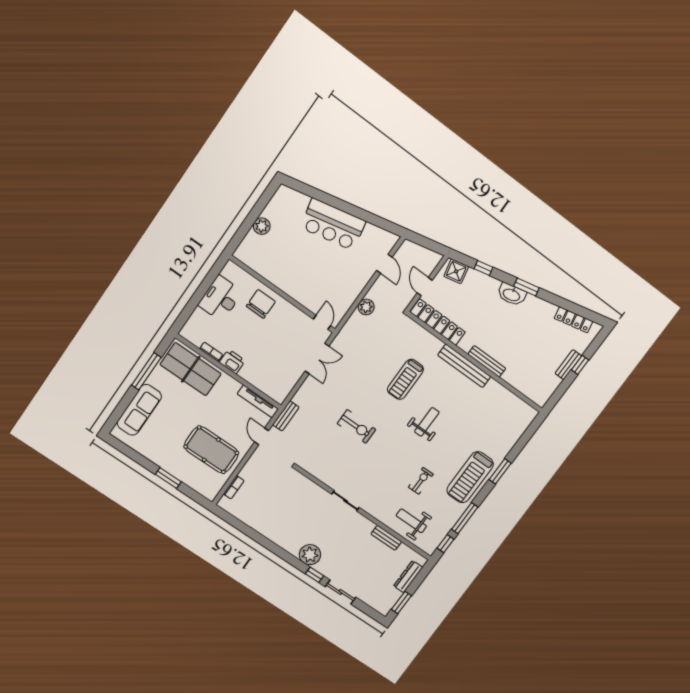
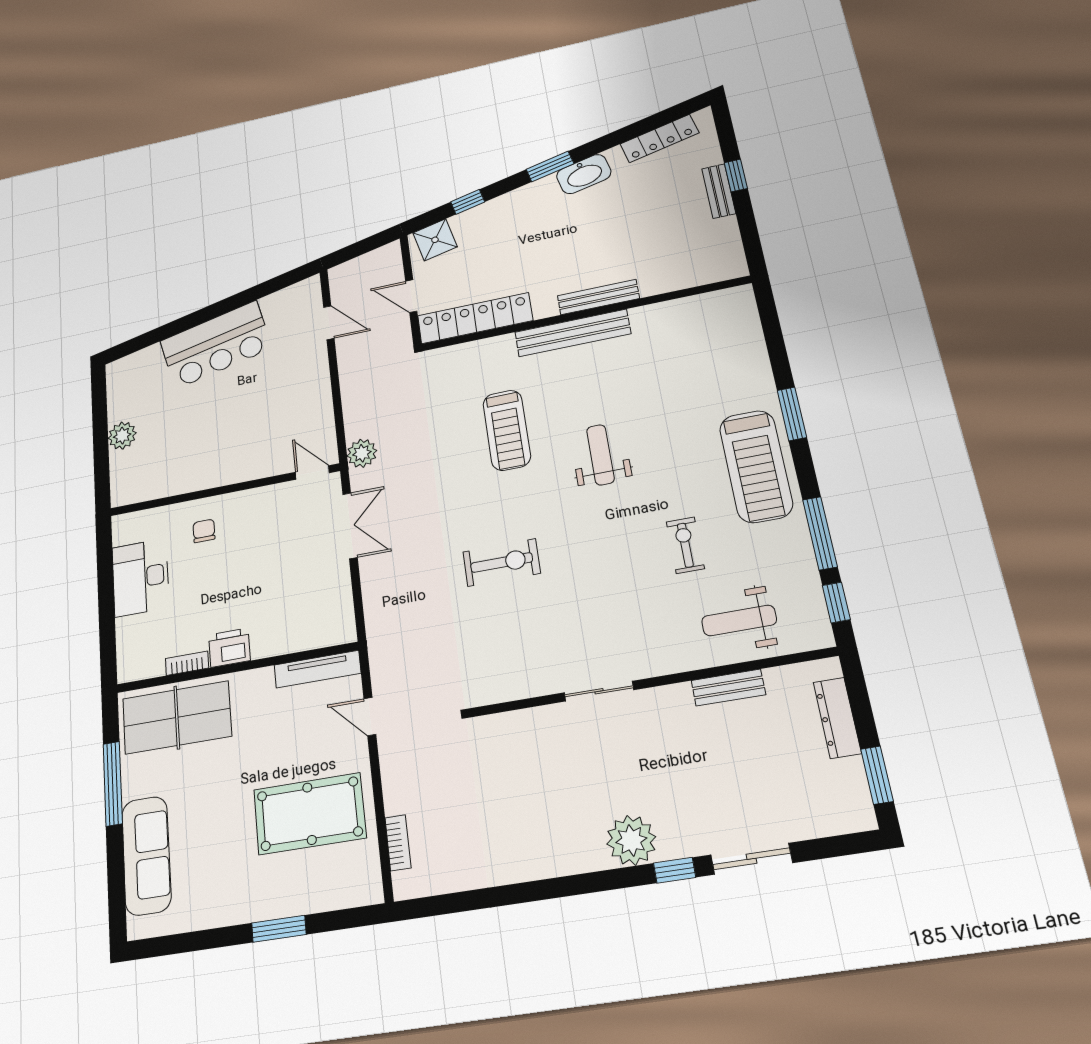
washbasin: (512, 294) -> (584, 174), moved
chair: (261, 304) -> (204, 531), width x0.54, depth x0.54
plant: (366, 307) -> (362, 453), moved
bench: (286, 416) -> (379, 650), removed

